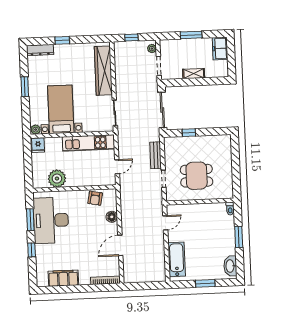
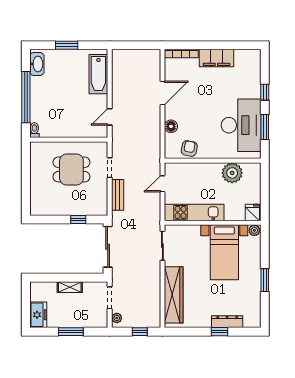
dresser: (40, 50) -> (227, 322), moved
window: (239, 237) -> (26, 97), width x2.11
filing cabinet: (63, 278) -> (216, 58), moved

